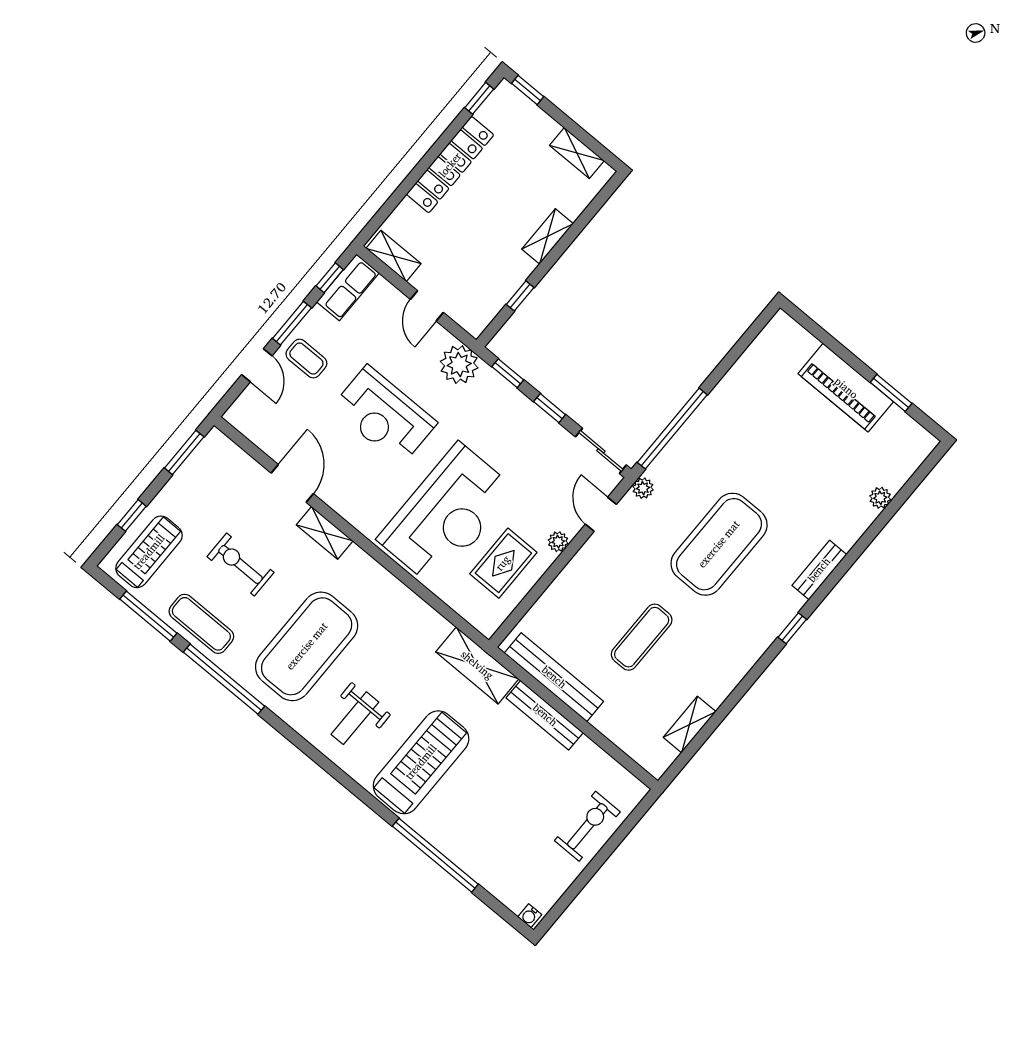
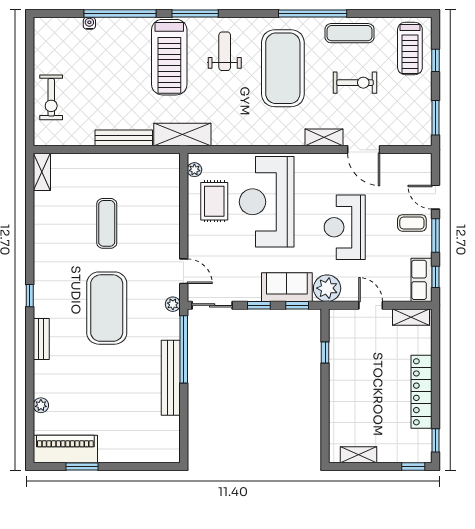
shelving: (548, 236) -> (337, 397), removed
piano: (846, 388) -> (65, 449), moved
sofa: (502, 402) -> (287, 287), added
reception desk: (384, 415) -> (345, 227), turned -90
plant: (558, 542) -> (194, 170), moved
window: (148, 616) -> (195, 14), moved
bench: (554, 677) -> (171, 378), moved, turned 90
shelving: (690, 724) -> (42, 172), moved
water cooler: (530, 916) -> (89, 23), moved

